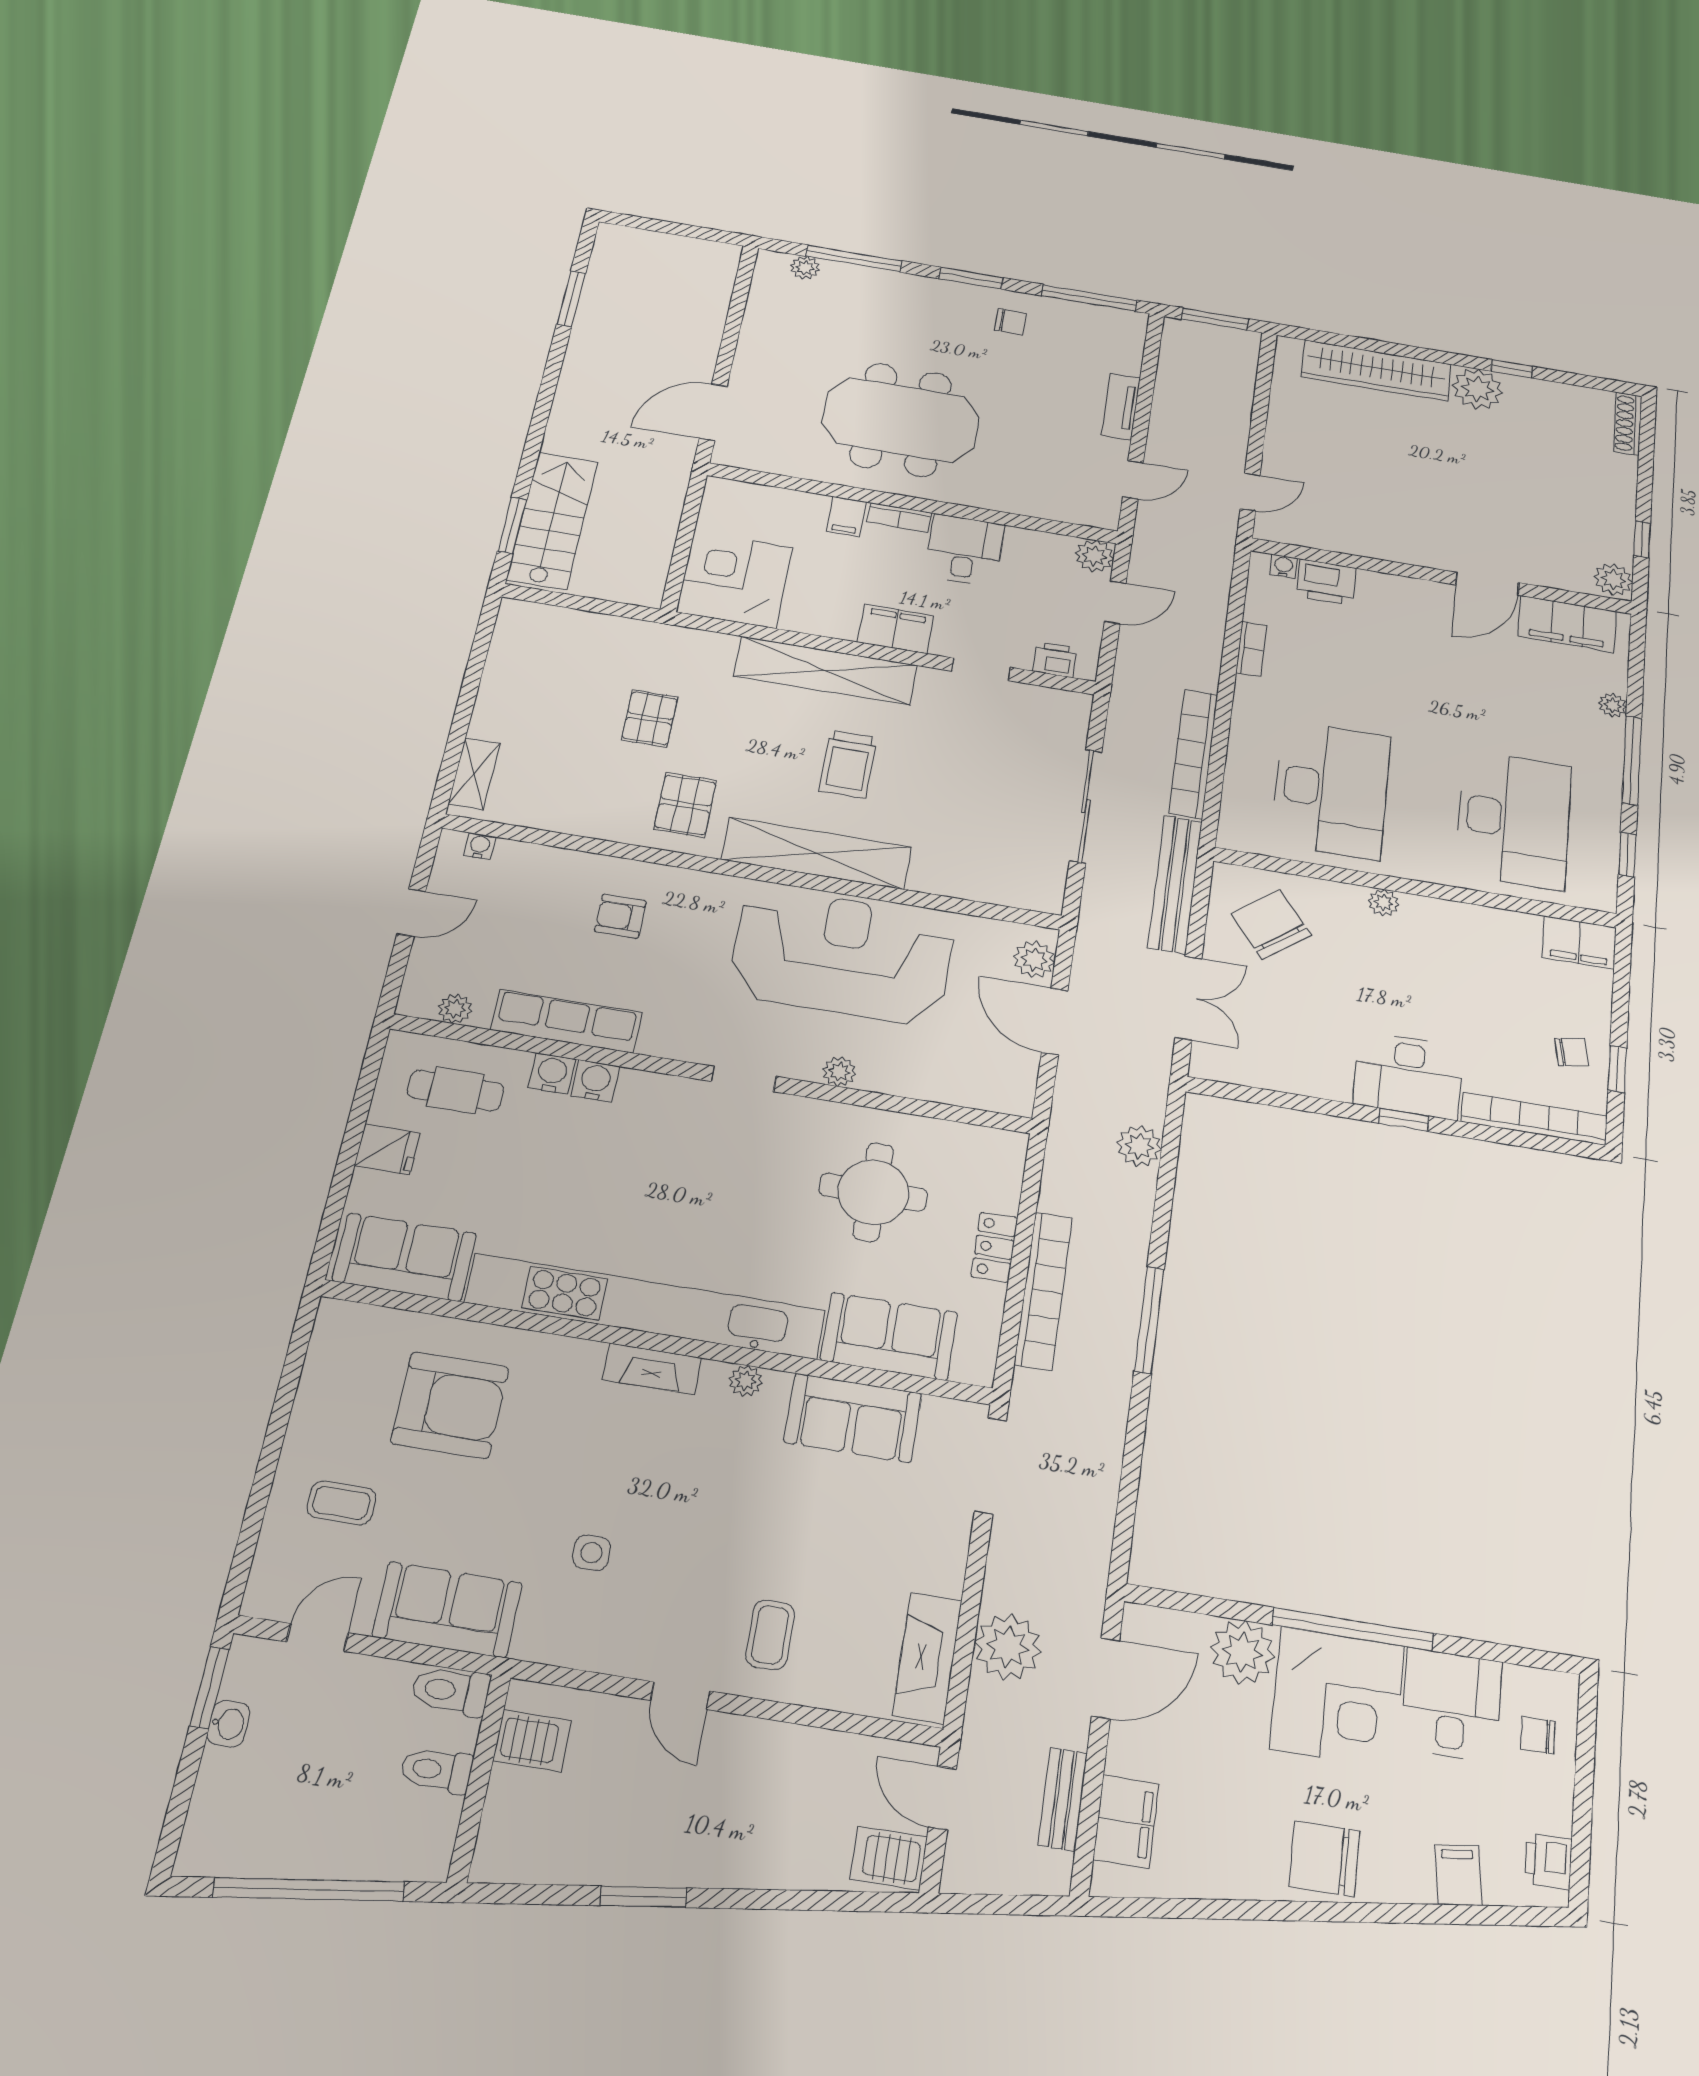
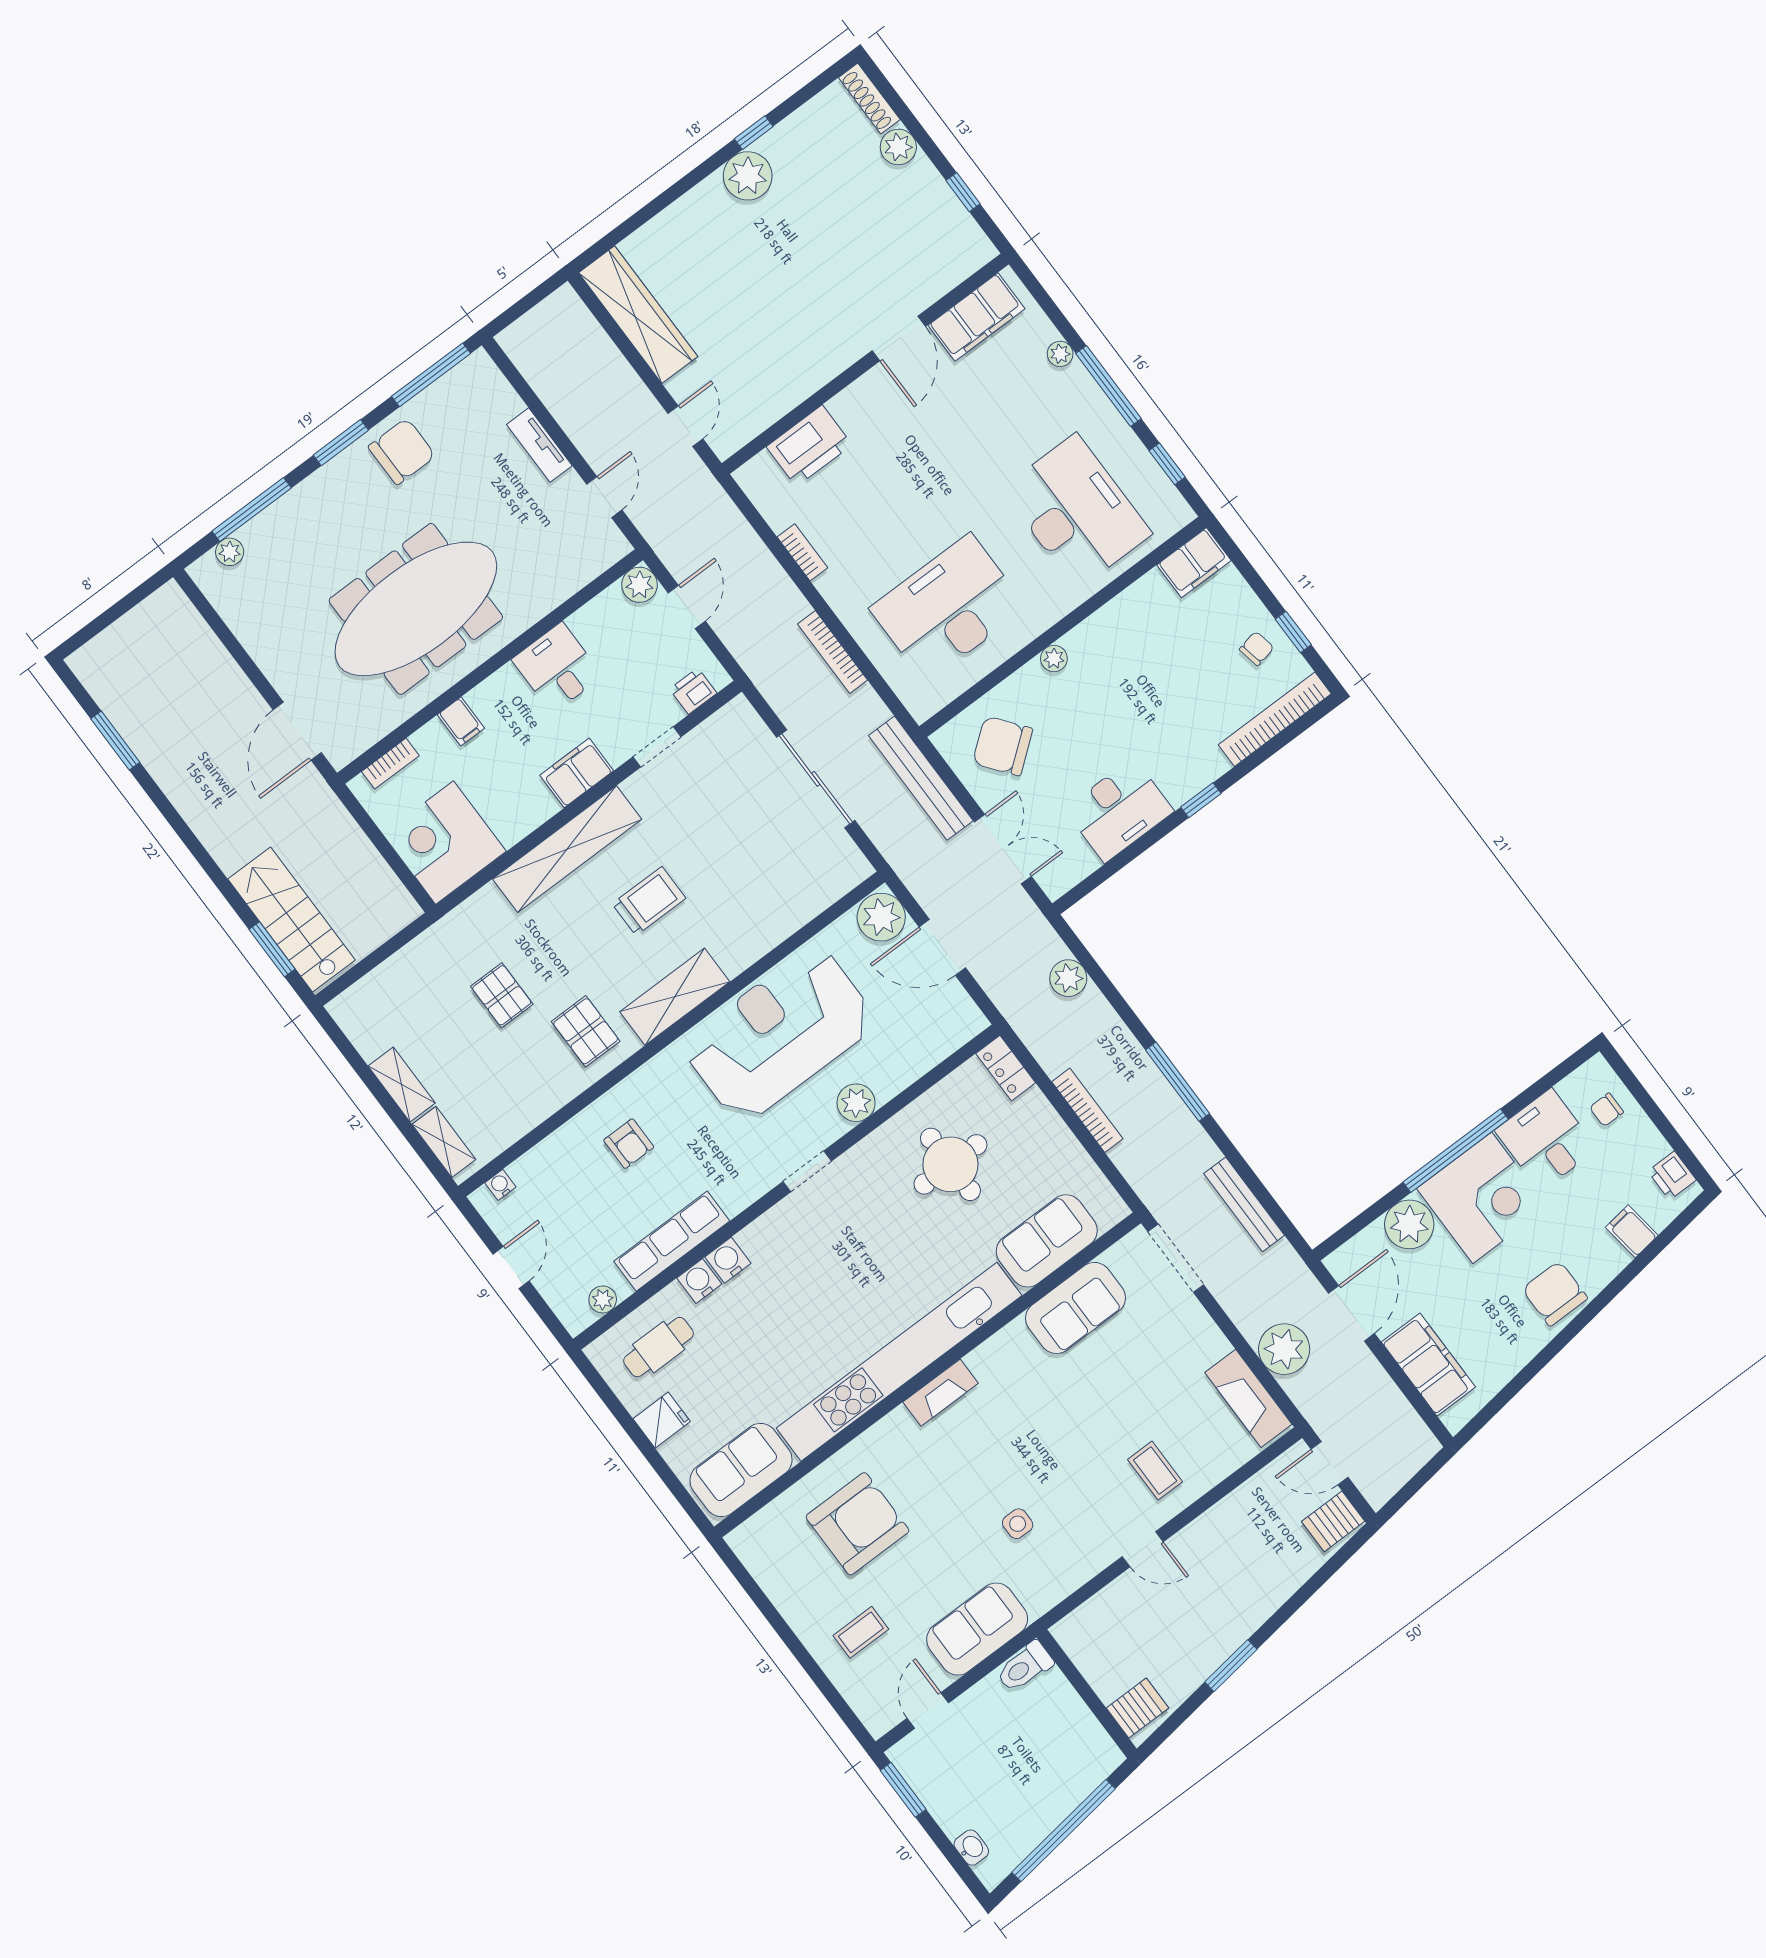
window: (1215, 319) -> (527, 303), removed
chair: (1010, 321) -> (402, 451), width x1.87, depth x1.87
wardrobe: (1376, 371) -> (638, 315), moved, turned -90
meeting table: (901, 420) -> (416, 609), width x1.36
bookcase: (899, 517) -> (390, 764), moved
water cooler: (1283, 566) -> (762, 464), removed
plant: (1613, 579) -> (898, 147), moved
printer: (1326, 582) -> (809, 446), width x1.37, depth x1.19
shelving: (493, 704) -> (402, 1084), added
bookcase: (1193, 754) -> (833, 652), width x0.68, depth x0.76
trolley: (848, 764) -> (649, 901), turned -90
desk: (1331, 789) -> (948, 608), turned -90
shelving: (817, 853) -> (675, 997), width x0.68
armchair: (620, 916) -> (629, 1144), turned -90
plant: (1034, 959) -> (881, 917), width x1.36, depth x1.36
plant: (839, 1072) -> (856, 1103), width x1.38, depth x1.38
desk: (1408, 1075) -> (1119, 810), moved
locker: (994, 1247) -> (1006, 1068), moved
bookcase: (1043, 1291) -> (1087, 1110), width x0.68, depth x0.76
plant: (746, 1381) -> (997, 1347), removed
washbasin: (228, 1724) -> (971, 1848), moved
server rack: (532, 1741) -> (1138, 1708), moved
toilet: (436, 1770) -> (1061, 1712), removed
bench: (1063, 1799) -> (1244, 1204), moved, width x1.36
filing cabinet: (1126, 1822) -> (1428, 1365), width x1.50, depth x1.17
chair: (1324, 1859) -> (1555, 1294), turned 90

